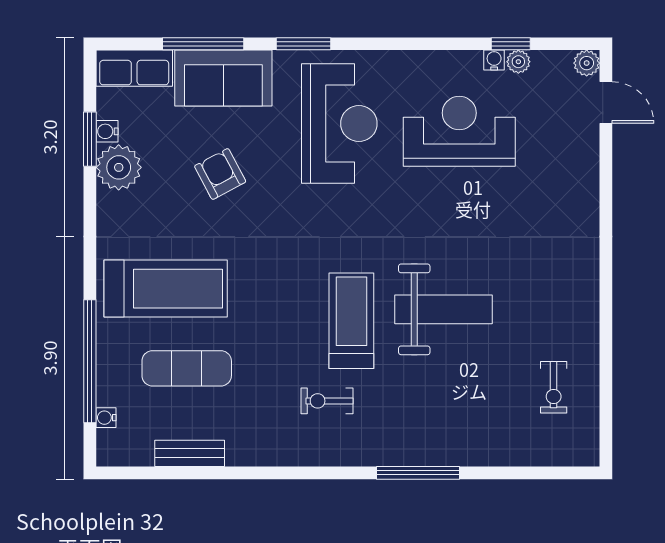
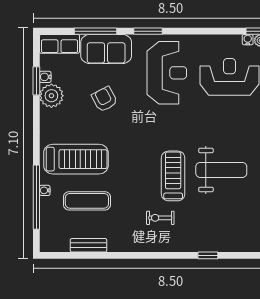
water cooler: (106, 418) -> (45, 190), moved
window: (418, 473) -> (208, 255), width x0.46

